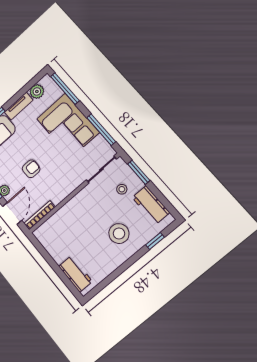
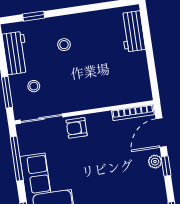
armchair: (31, 169) -> (77, 128), moved
stool: (119, 234) -> (64, 45), width x0.53, depth x0.53

